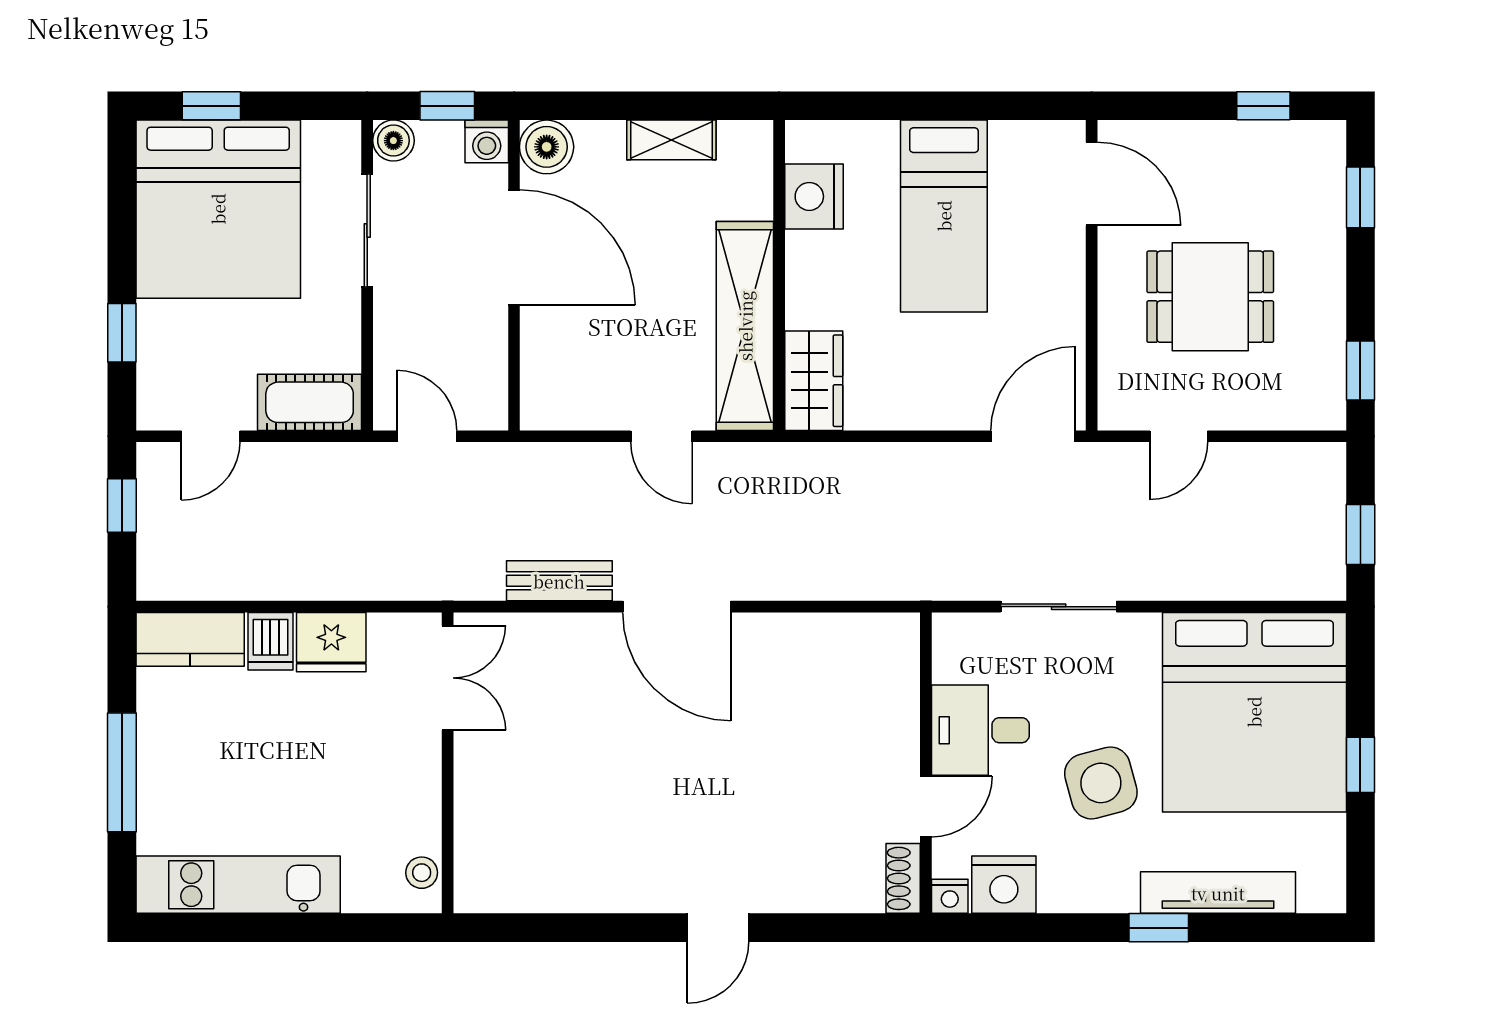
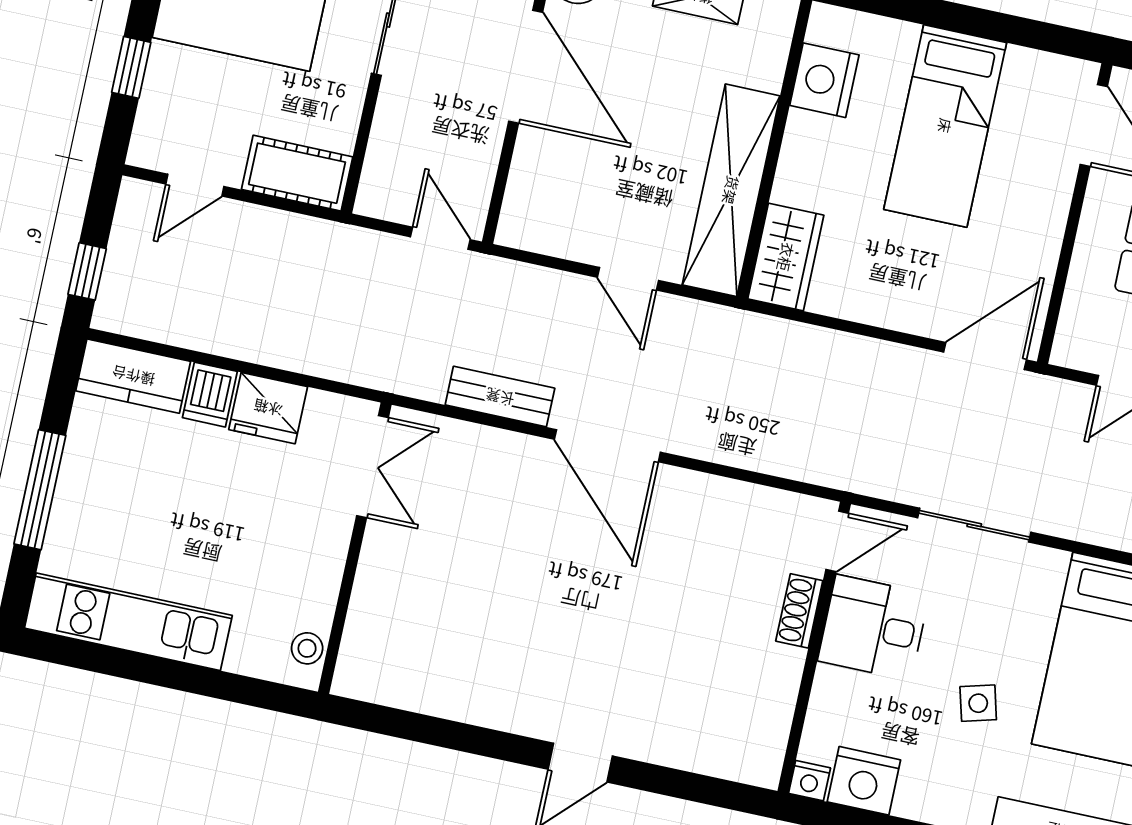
door: (427, 436) -> (440, 238), moved
window: (122, 505) -> (87, 271), moved
side table: (1101, 783) -> (978, 703), width x0.54, depth x0.54
door: (926, 806) -> (837, 541), moved
shoe rack: (903, 878) -> (799, 611), moved

